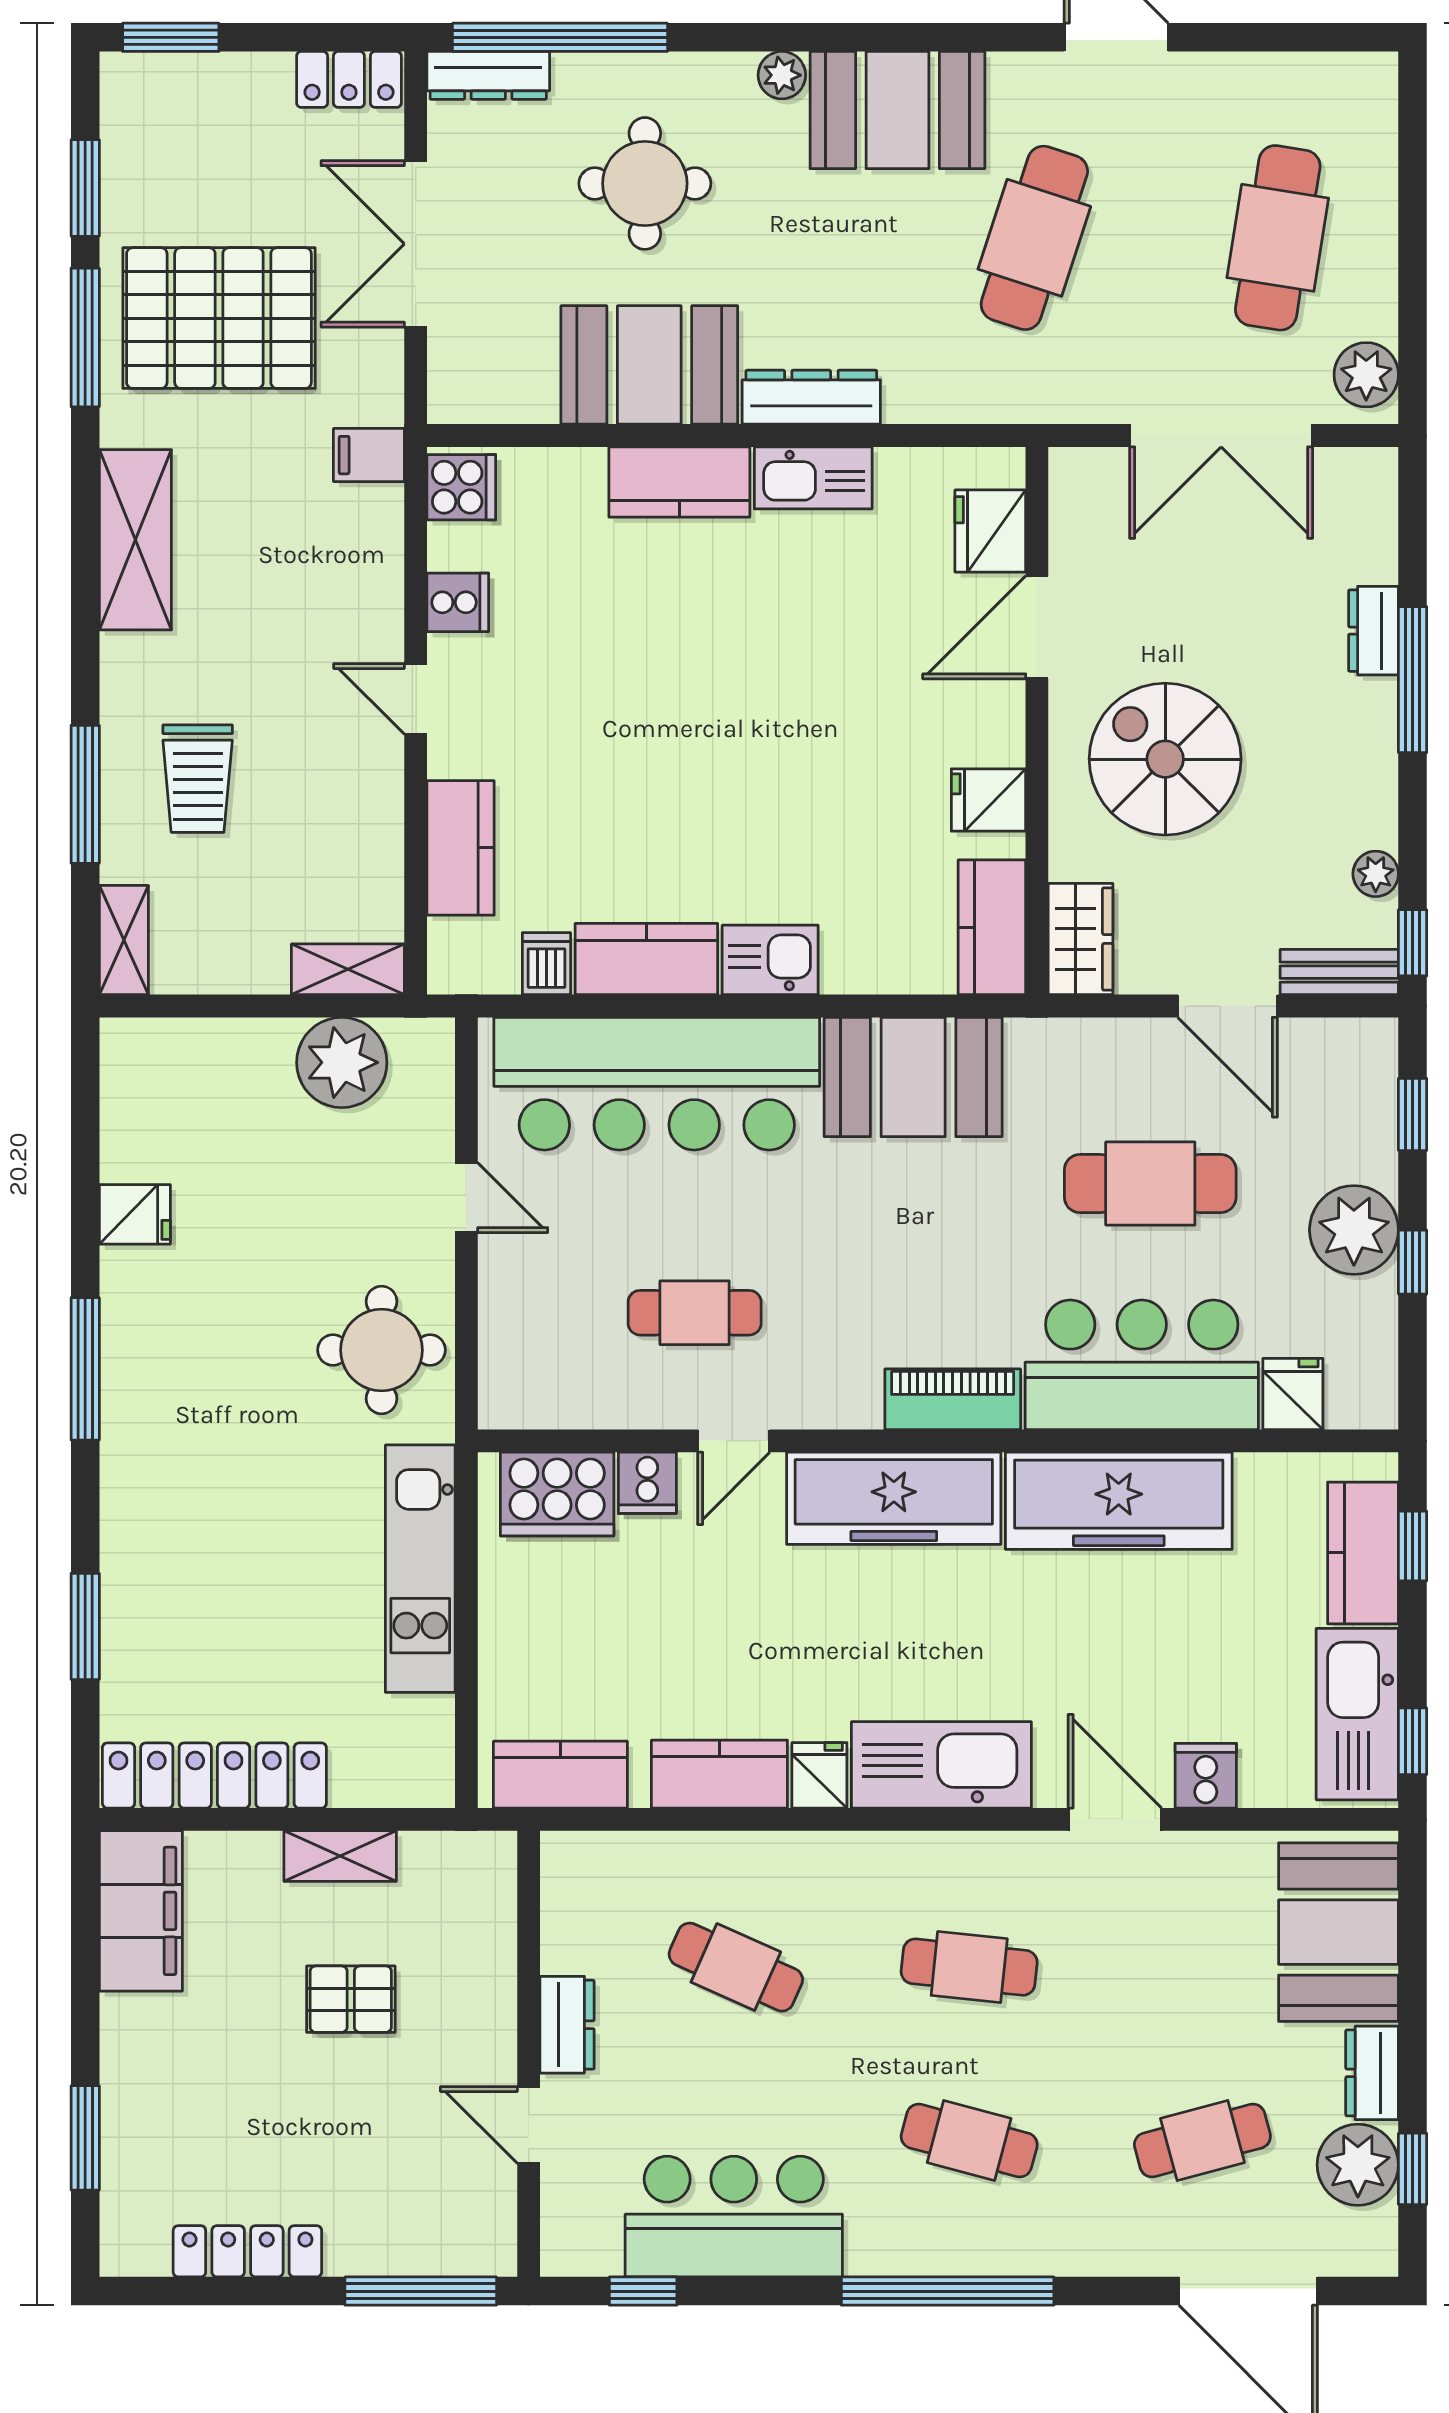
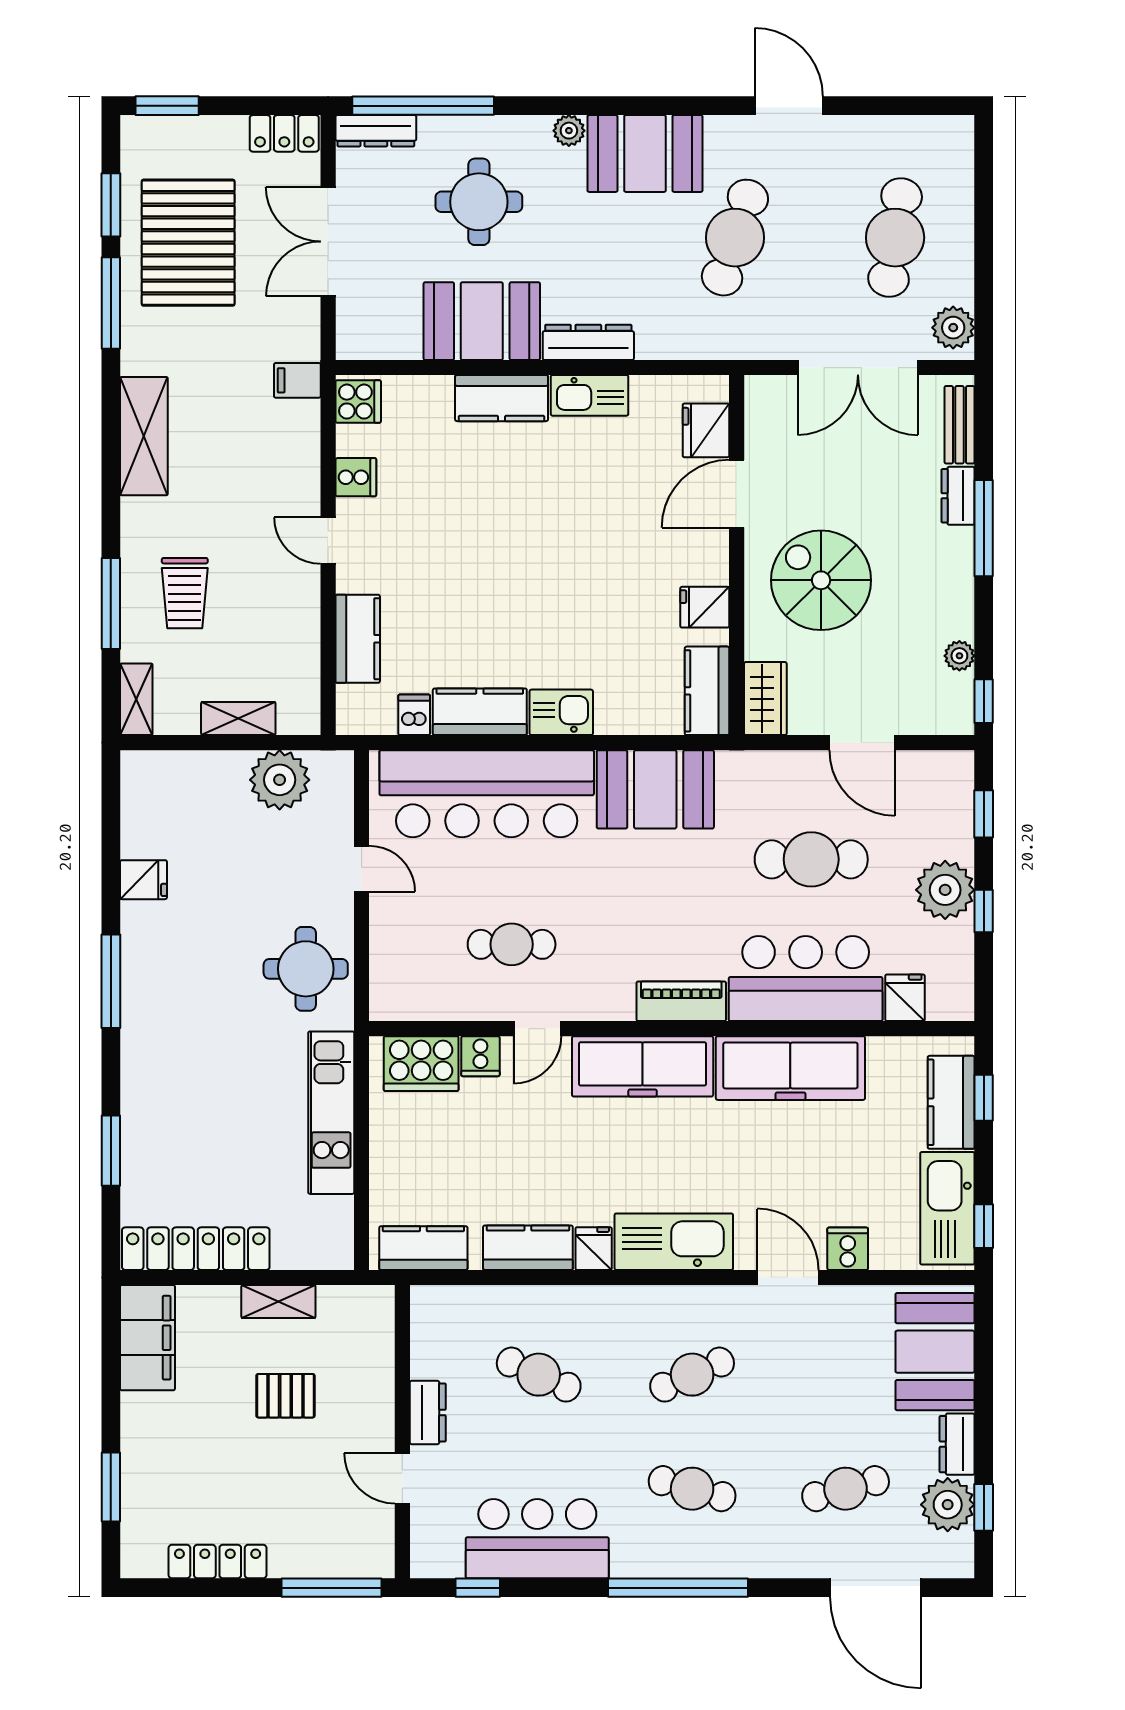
pallet: (219, 318) -> (188, 243), moved, turned 90
shelving: (348, 969) -> (238, 719), moved
bench: (1339, 972) -> (960, 425), moved, turned 90
cafe table: (969, 1967) -> (692, 1375), turned -30

